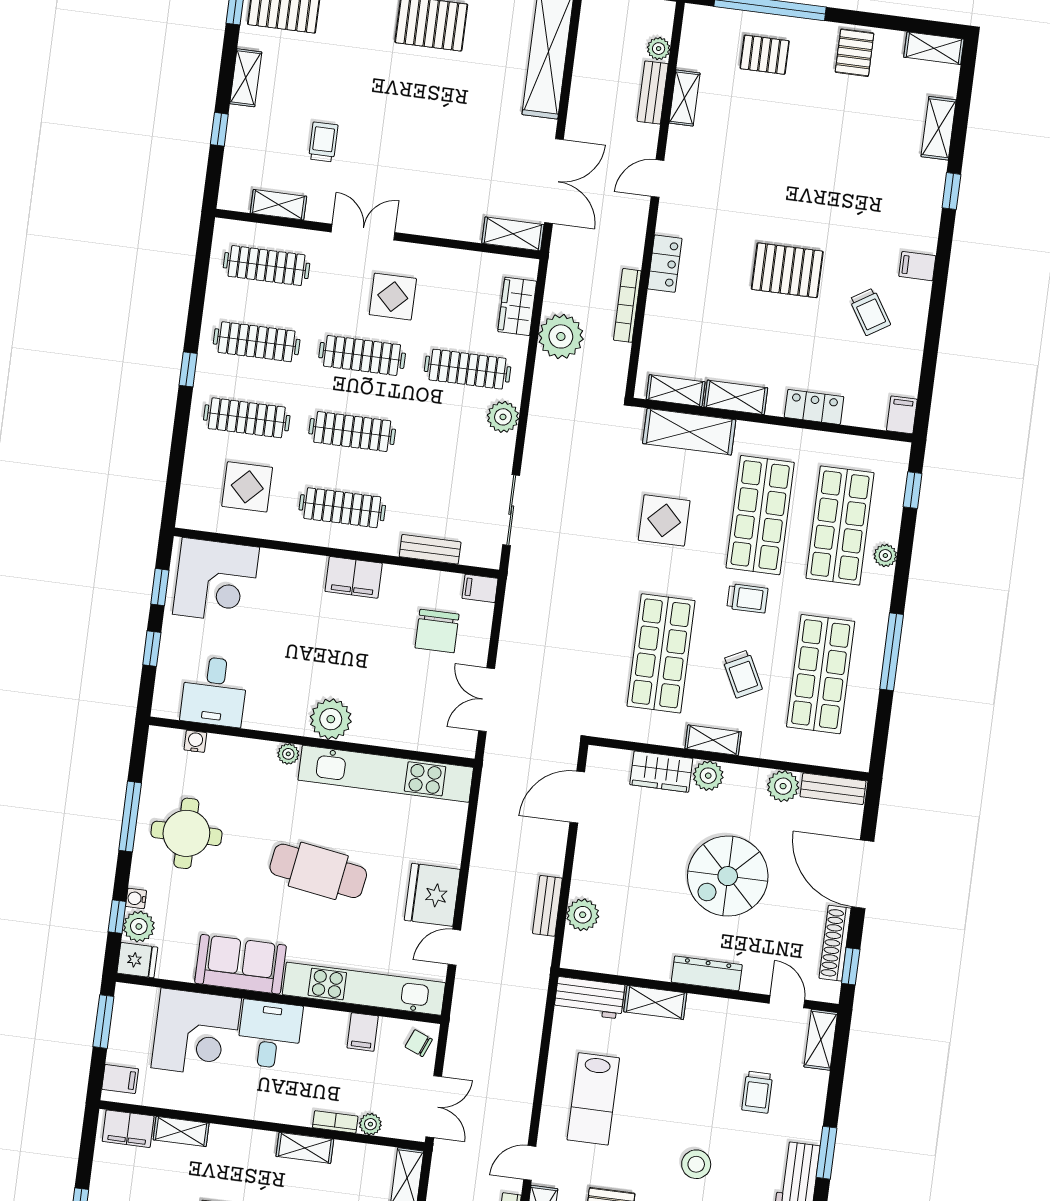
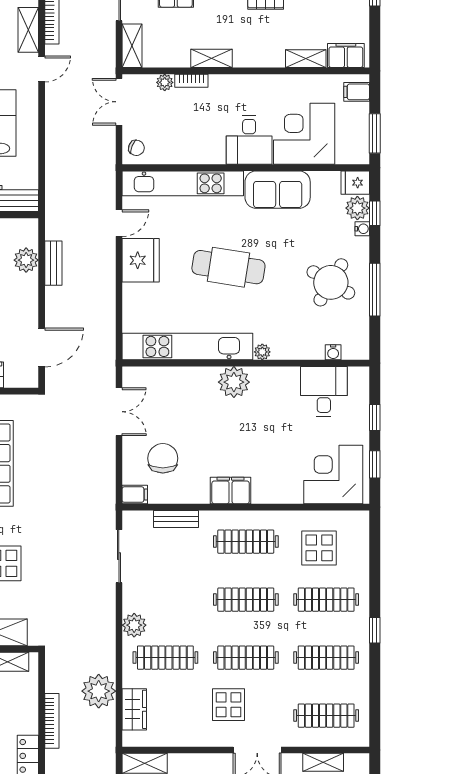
round table: (186, 833) -> (331, 282), turned 31
filing cabinet: (363, 1032) -> (179, 151), removed

